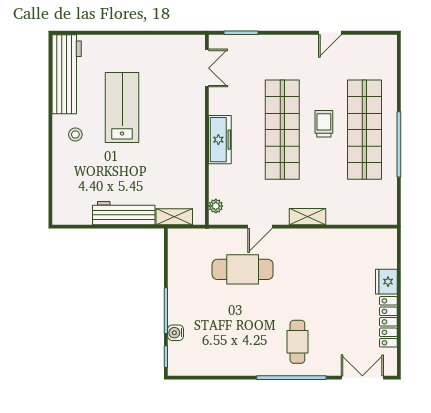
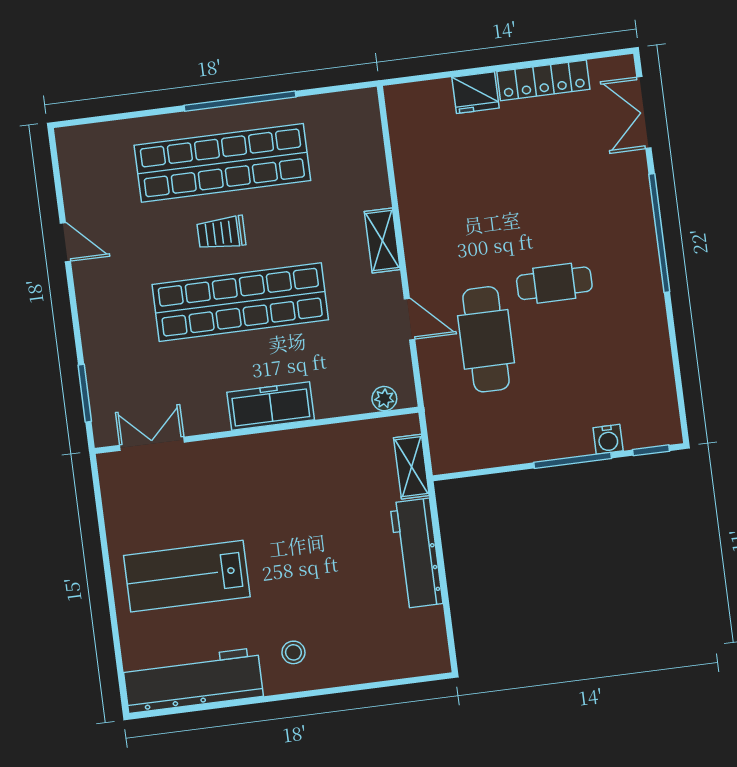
lab bench: (122, 108) -> (187, 576), moved
cafe table: (297, 342) -> (554, 283), moved

